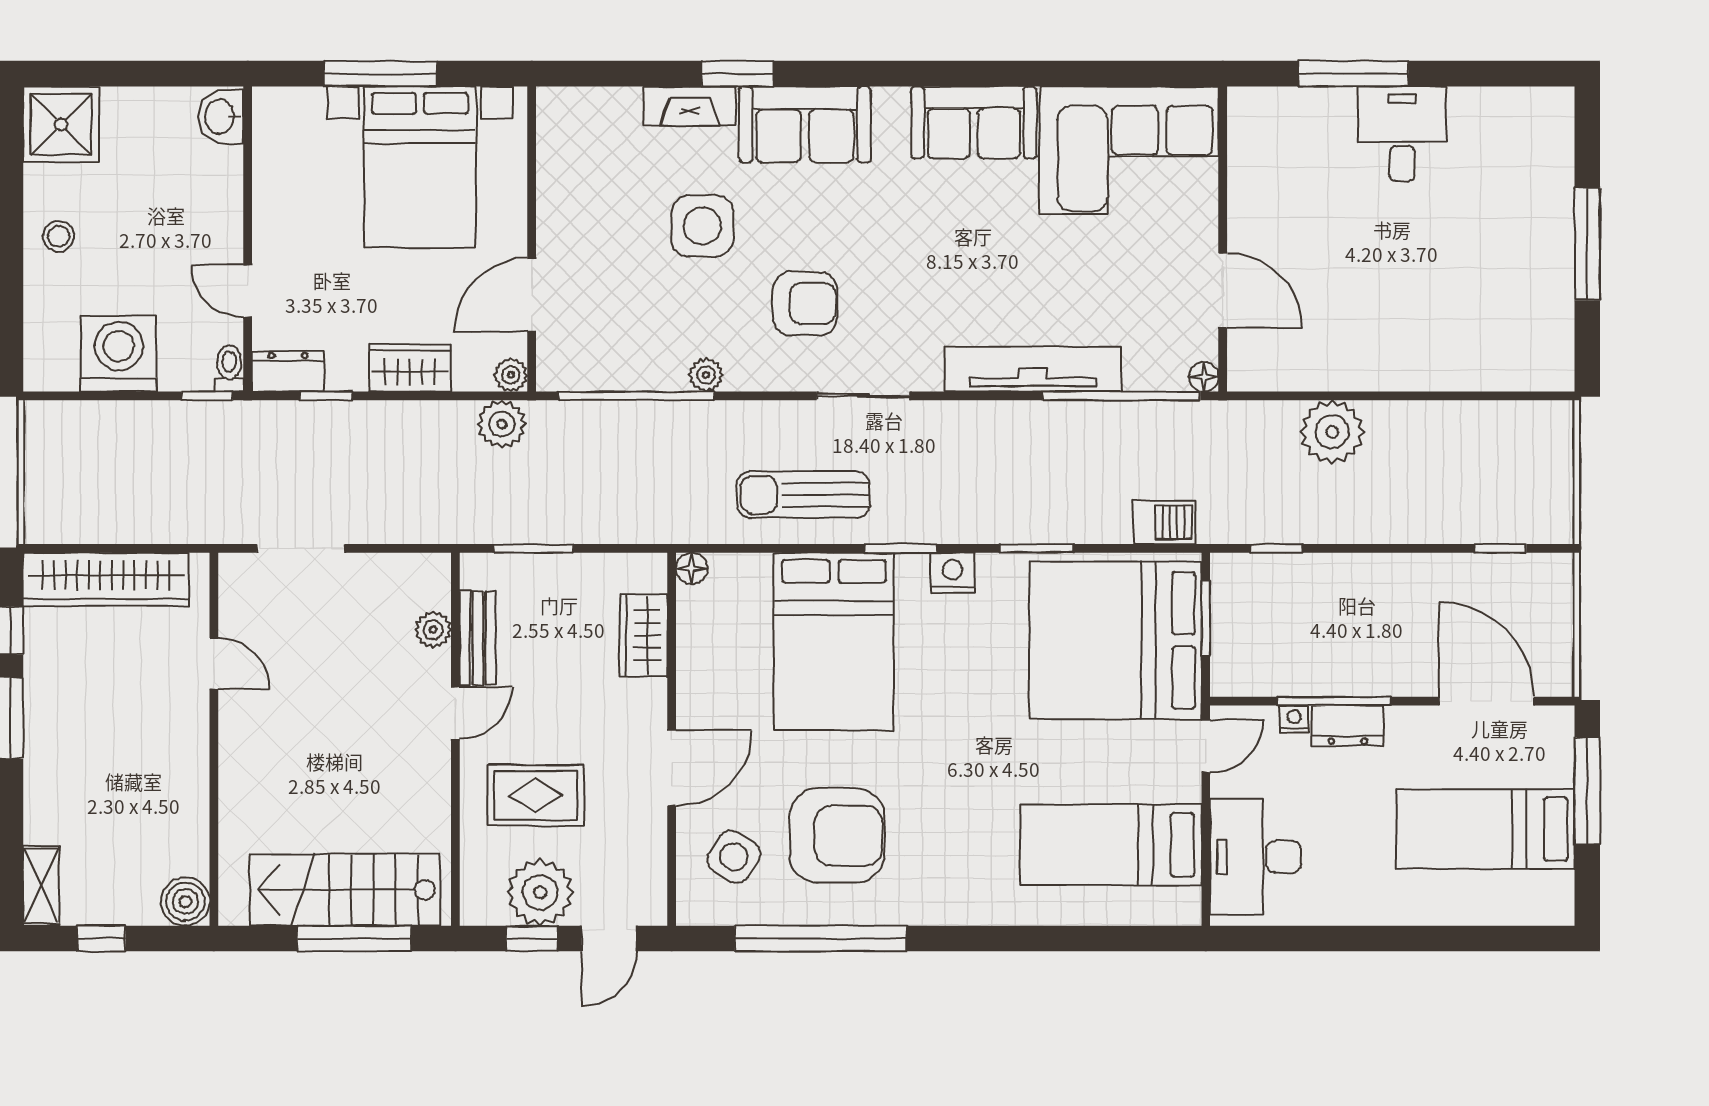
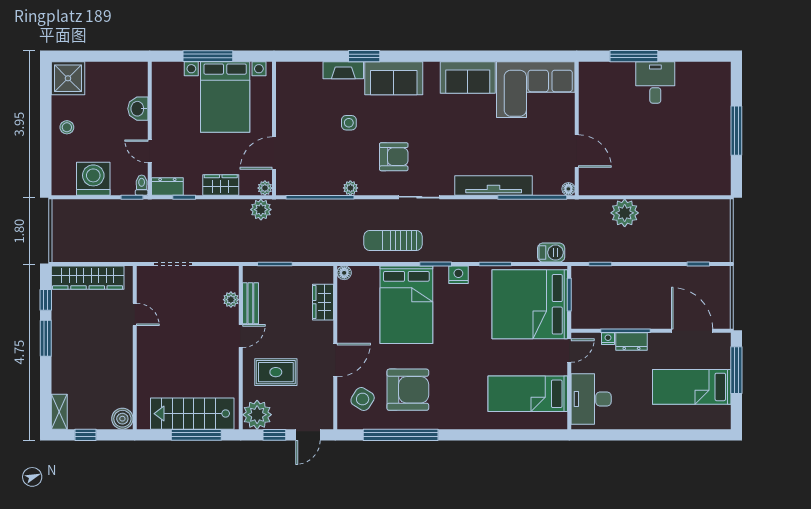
washbasin: (221, 117) -> (138, 109), moved
side table: (702, 226) -> (349, 123), width x0.54, depth x0.54
plant: (540, 892) -> (257, 415), moved

